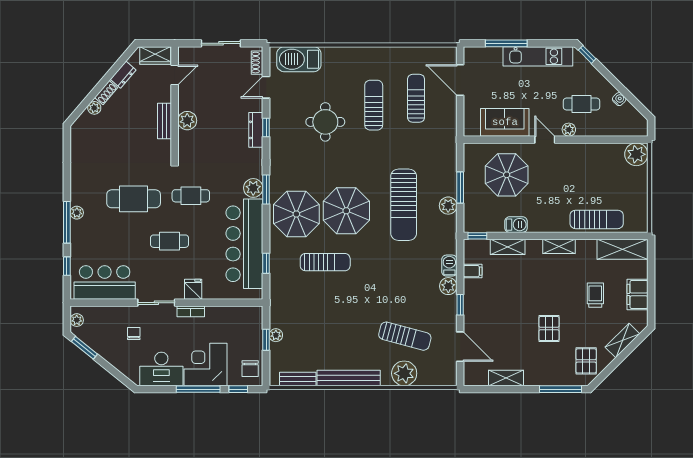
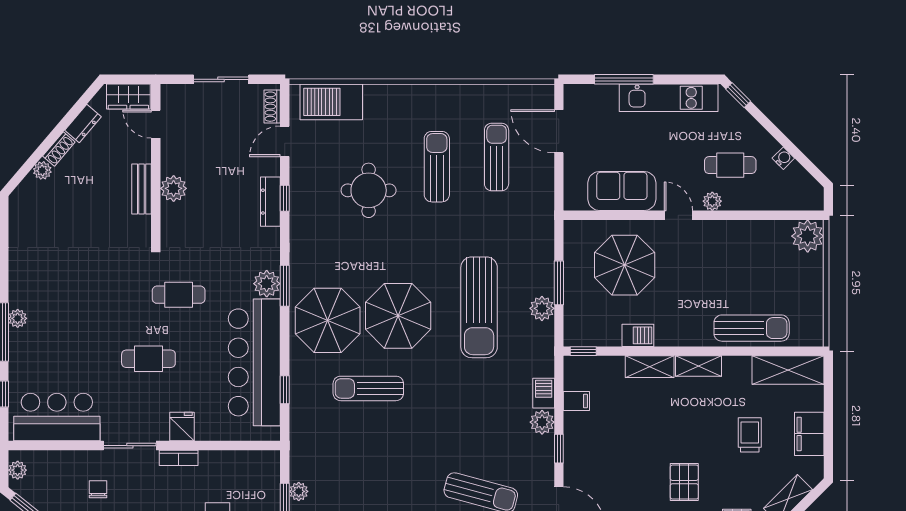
door: (175, 75) -> (156, 124), swing flipped
cafe table: (134, 199) -> (98, 299), removed
shelving: (508, 247) -> (650, 367), moved
sun lounger: (325, 262) -> (368, 388), turned 180

